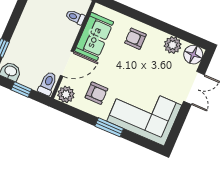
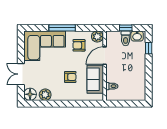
armchair: (135, 39) -> (70, 77), moved
toilet: (48, 84) -> (126, 38), moved
window: (109, 127) -> (62, 28), width x1.44

